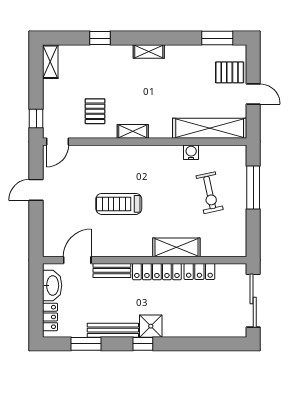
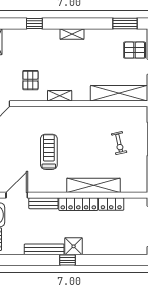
water cooler: (191, 152) -> (105, 112), removed
exercise bike: (210, 193) -> (119, 143), width x0.73, depth x0.72
treadmill: (119, 204) -> (49, 152), turned 90
shelving: (176, 247) -> (93, 185), width x1.47
window: (86, 344) -> (23, 260), removed

